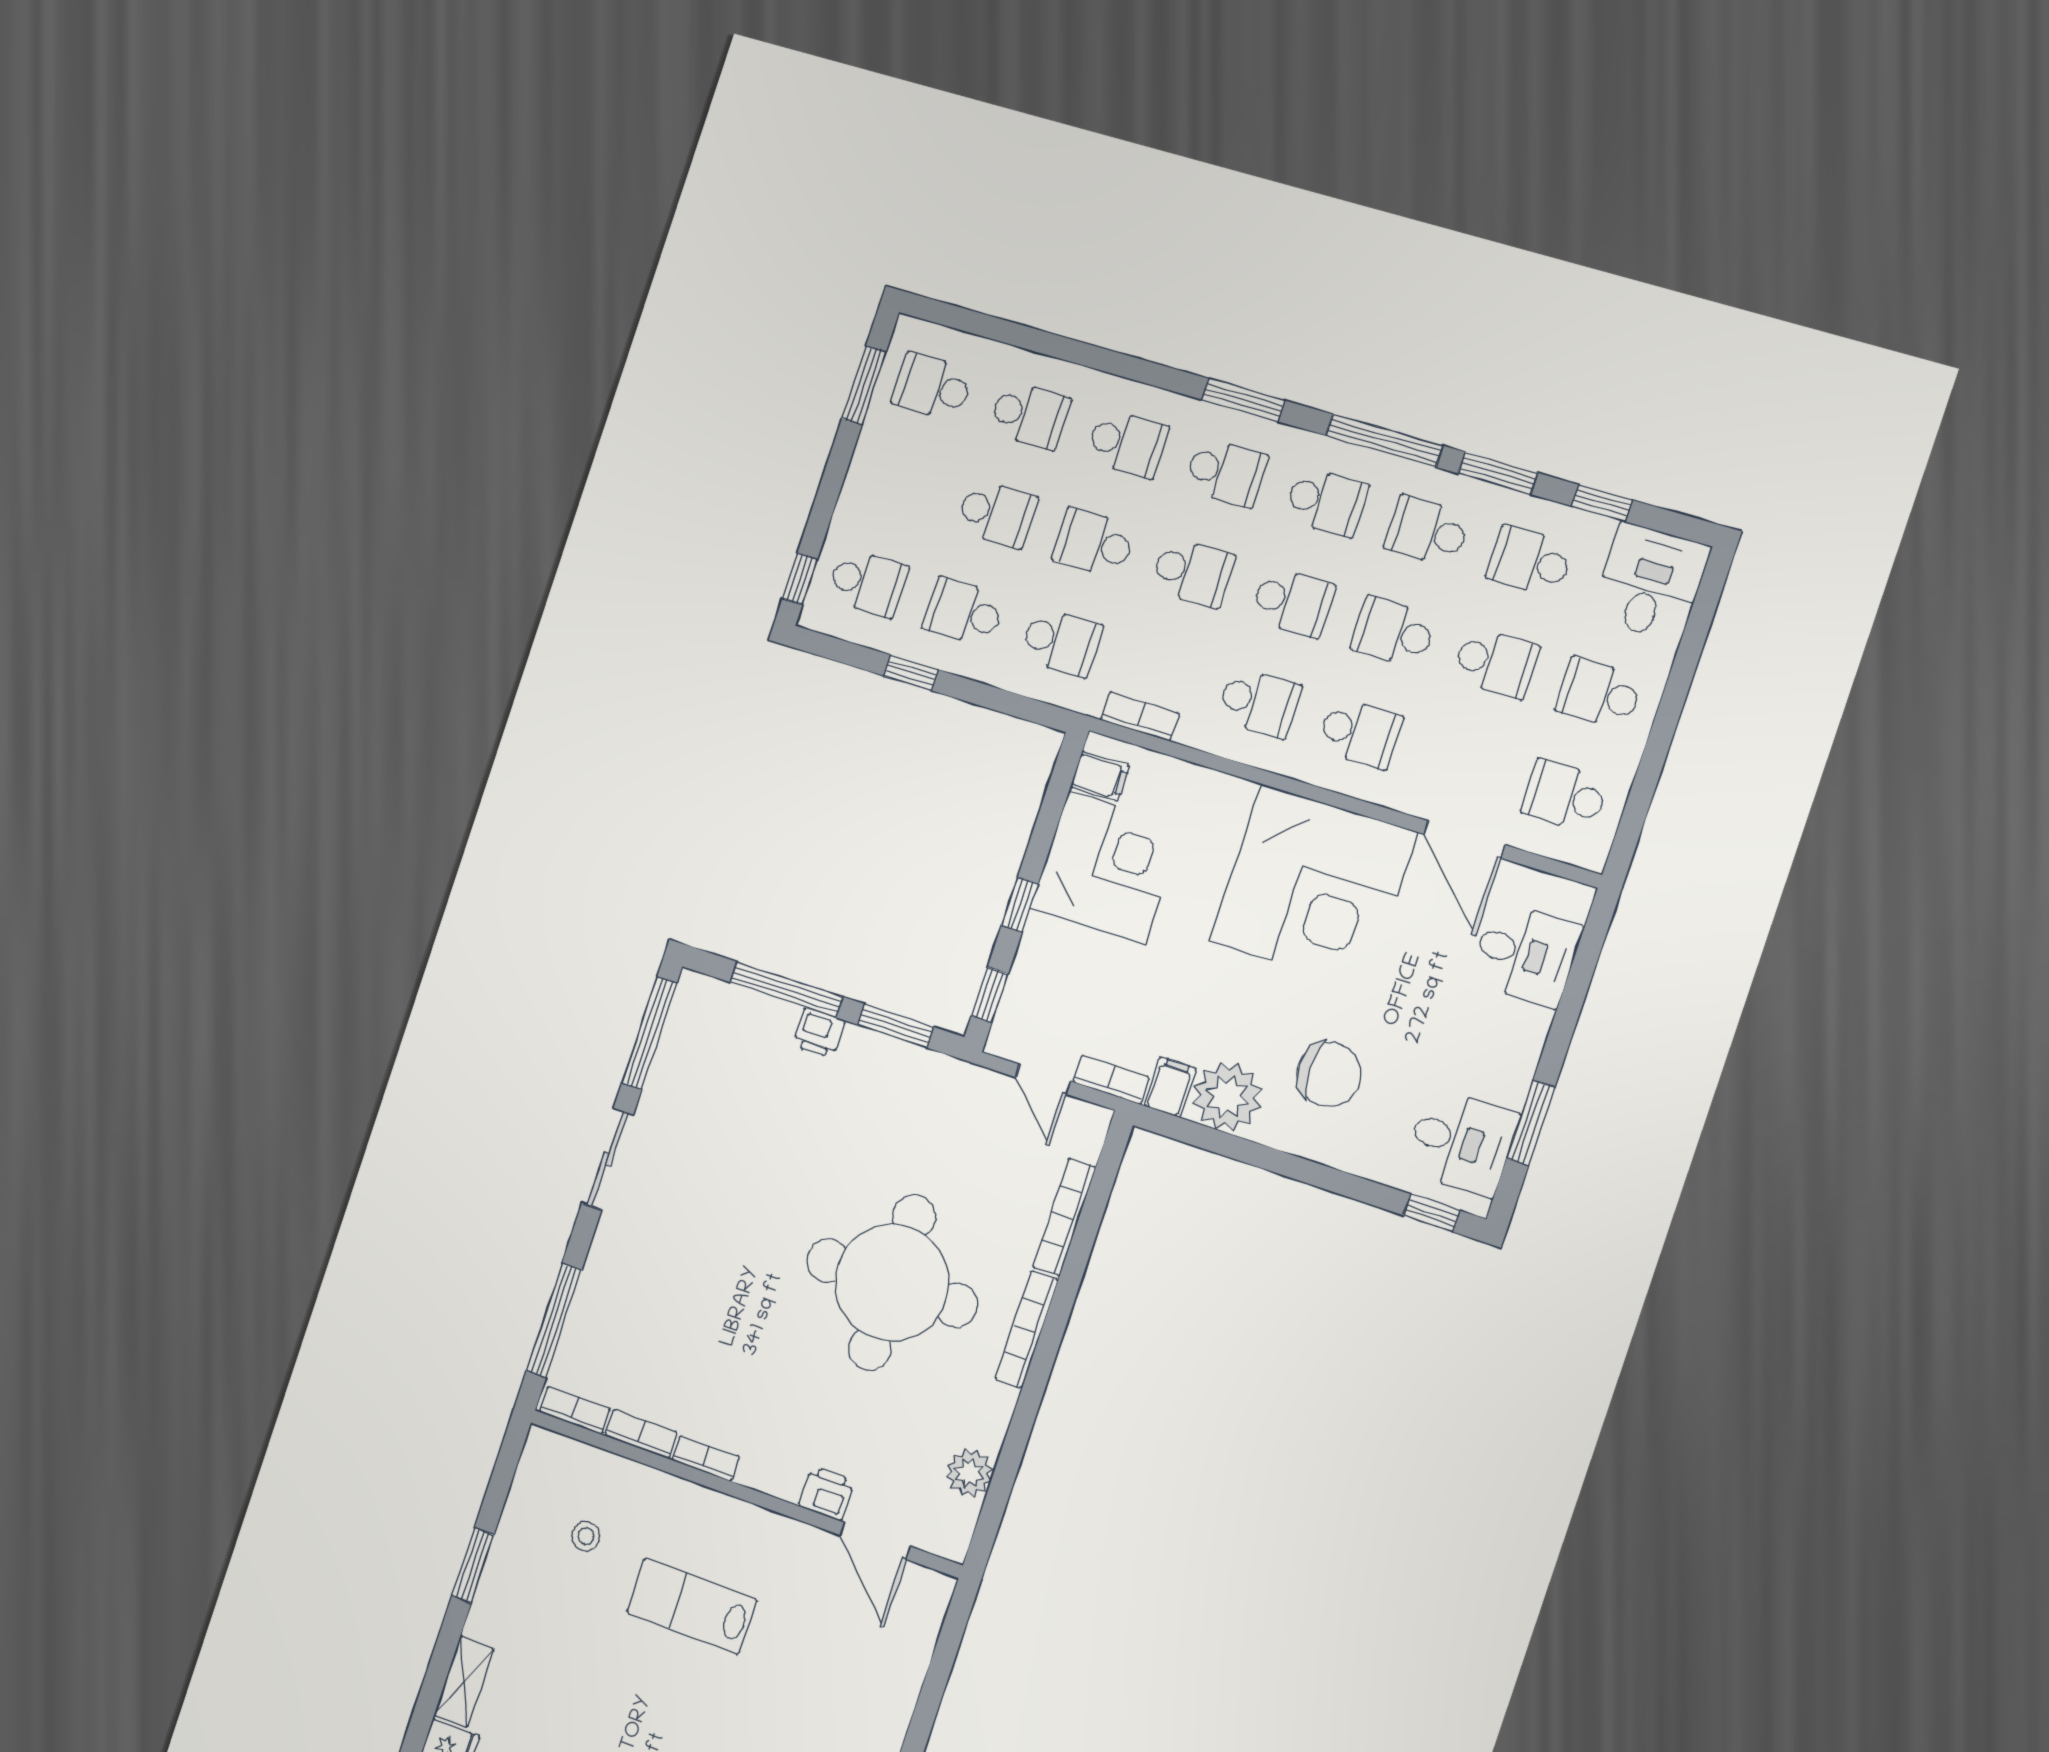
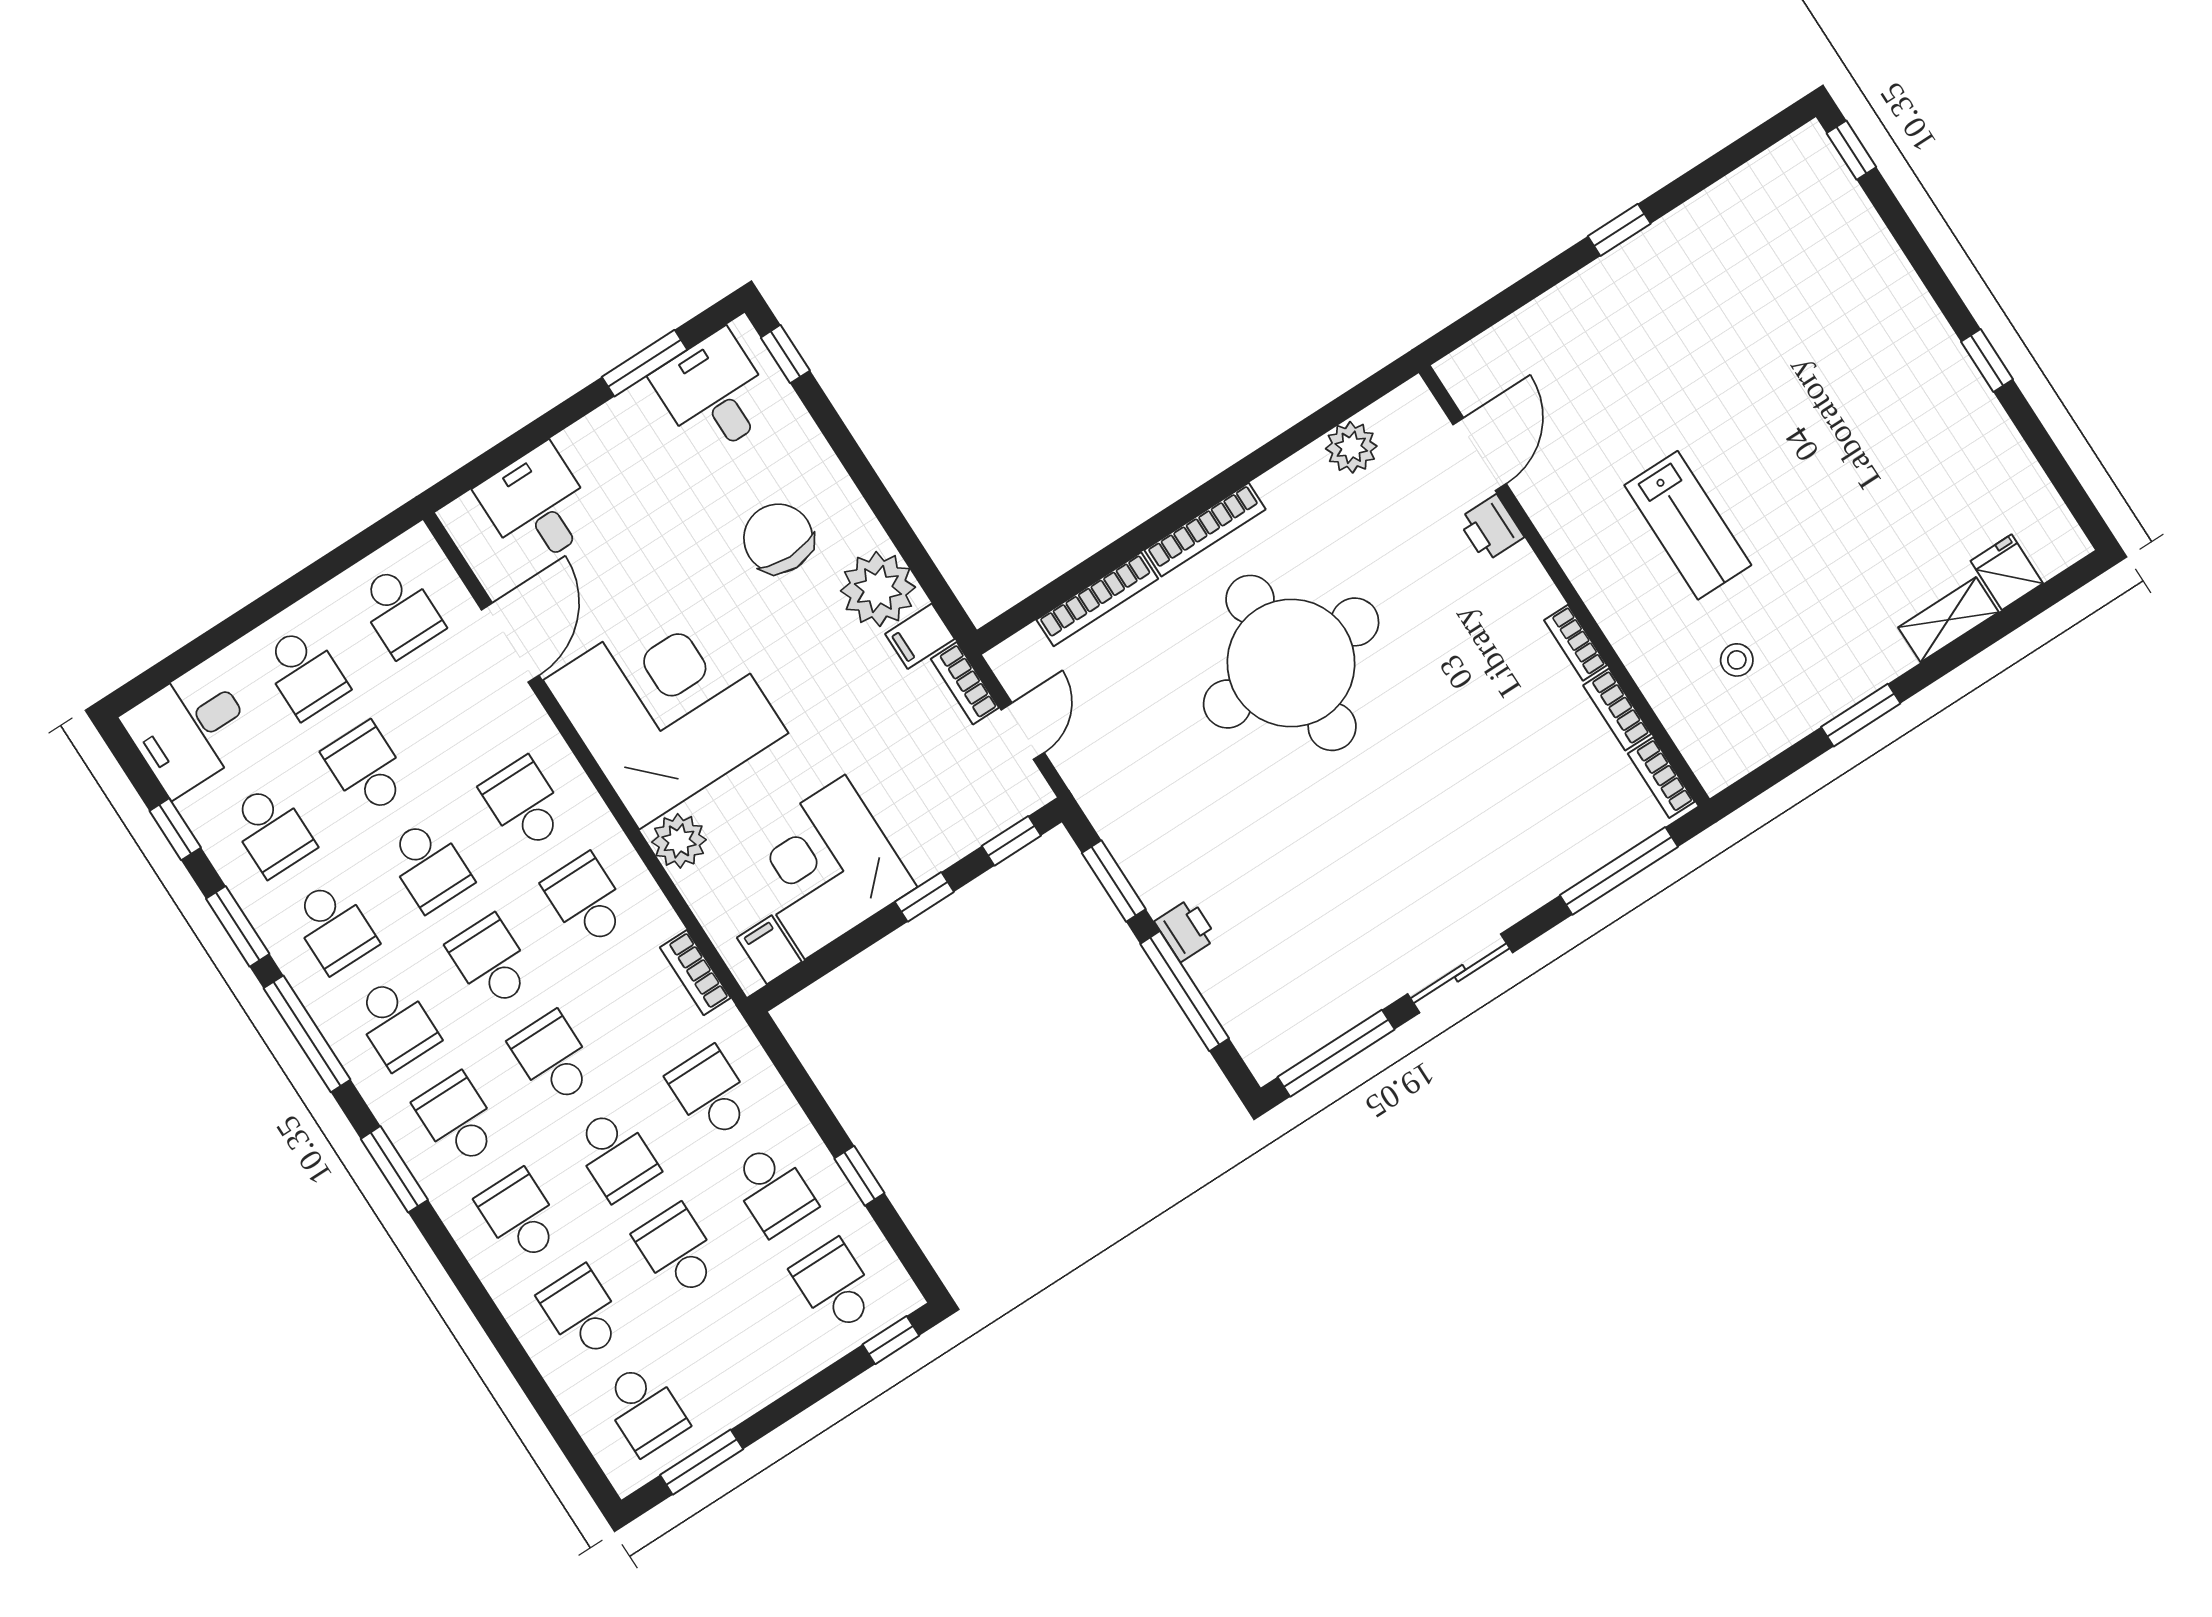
school desk: (1326, 502) -> (396, 1023), turned 180
plant: (1226, 799) -> (679, 841), added

